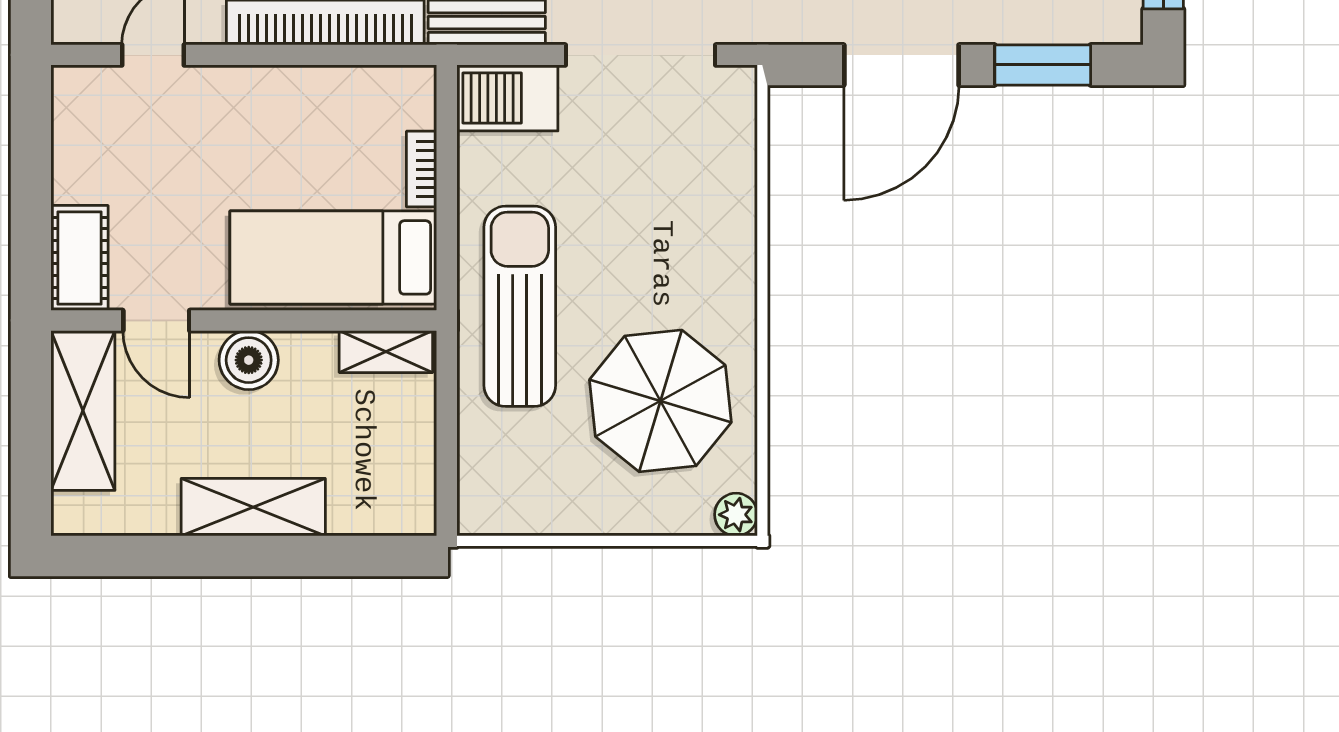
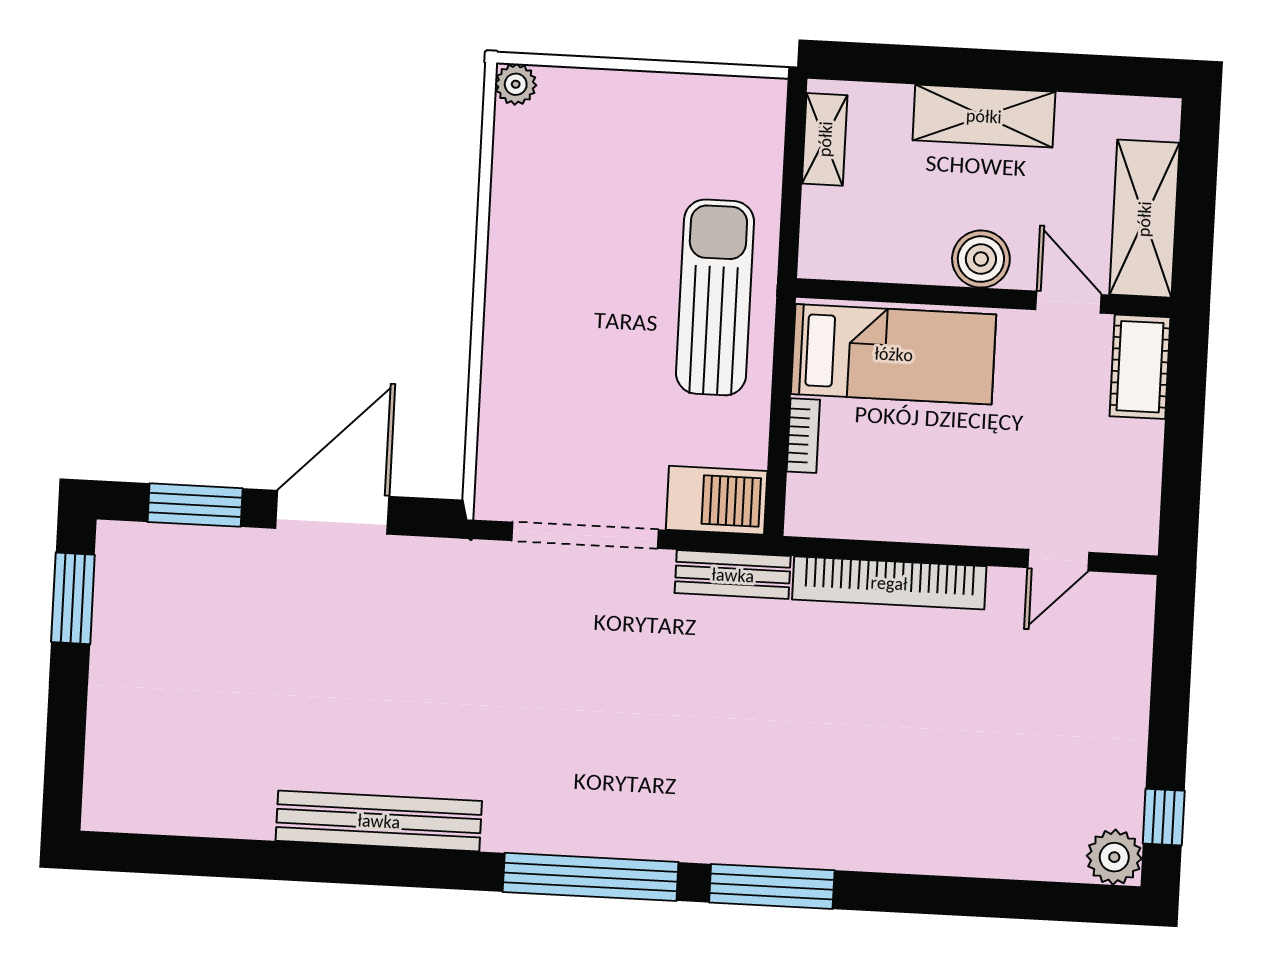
sun lounger: (520, 306) -> (715, 297), turned 180
shelving: (386, 352) -> (825, 139), moved, turned 90
parasol: (660, 401) -> (583, 198), removed

